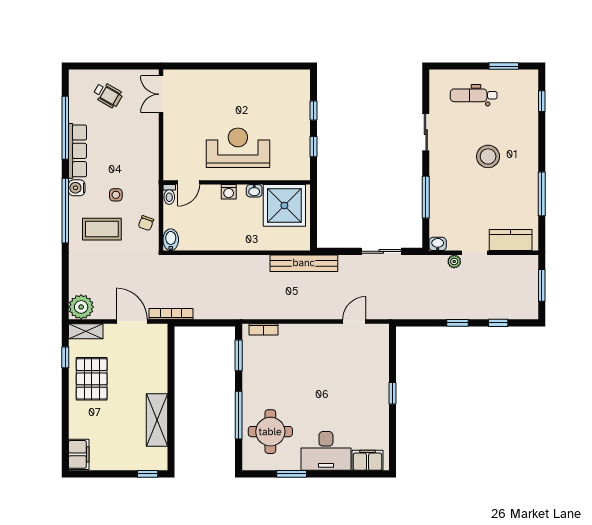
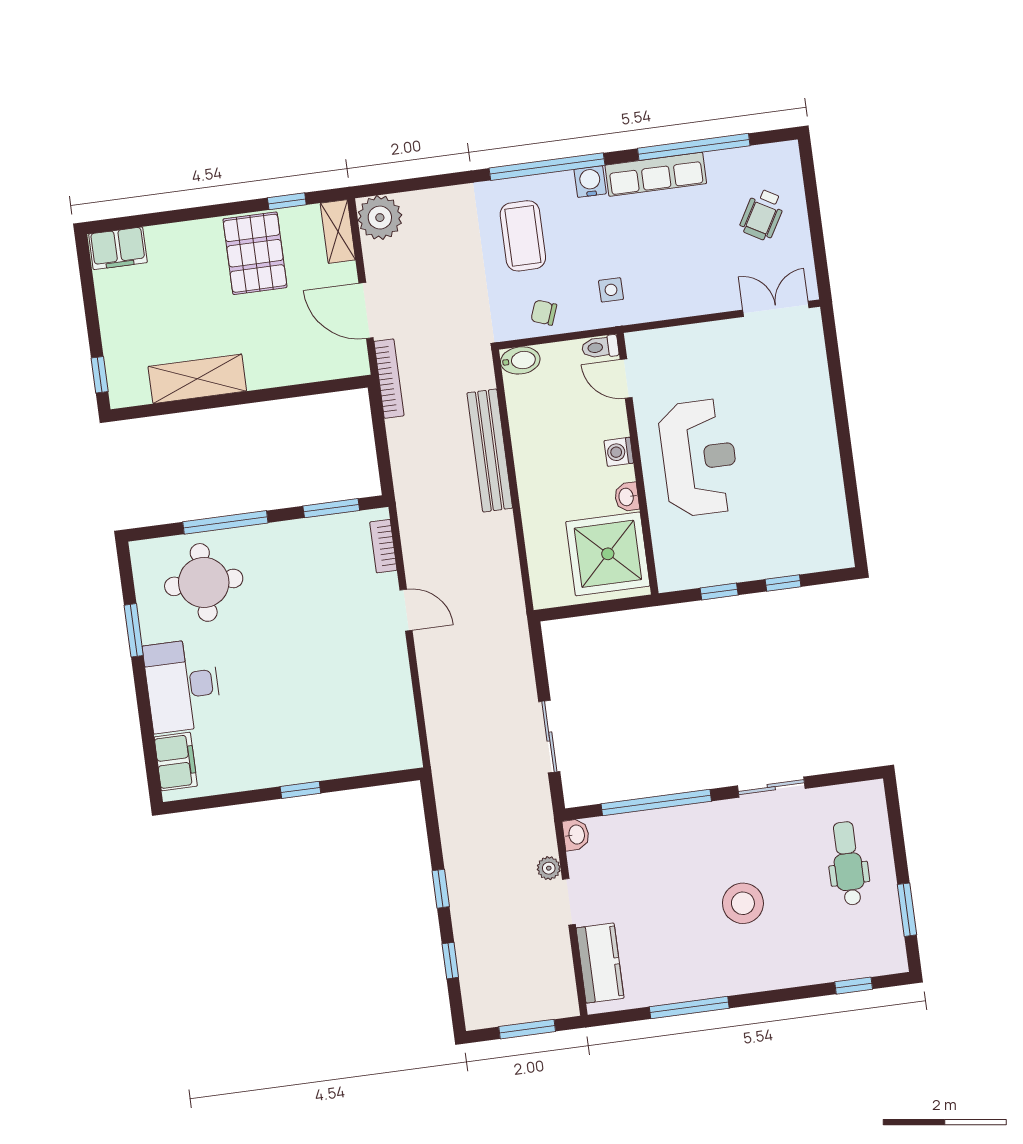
side table: (116, 195) -> (611, 290), moved
window: (426, 197) -> (656, 802), width x1.46
bench: (304, 263) -> (490, 450), moved
door: (132, 321) -> (366, 311), swing flipped
door: (354, 321) -> (406, 610), moved
pallet: (92, 379) -> (255, 253), turned 90

